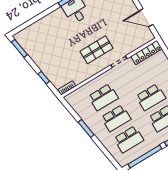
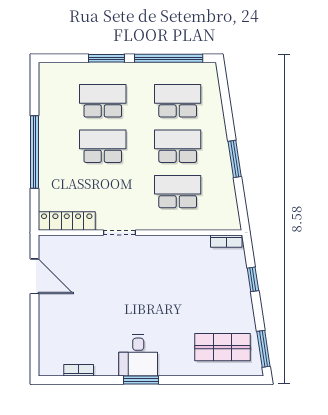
shop shelf: (96, 50) -> (222, 347), moved

